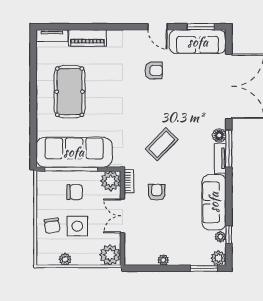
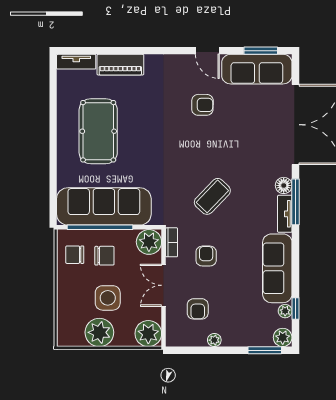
chair: (52, 226) -> (75, 255), moved, turned 98
armchair: (150, 235) -> (198, 309), added
plant: (65, 259) -> (99, 332), width x1.88, depth x1.88

